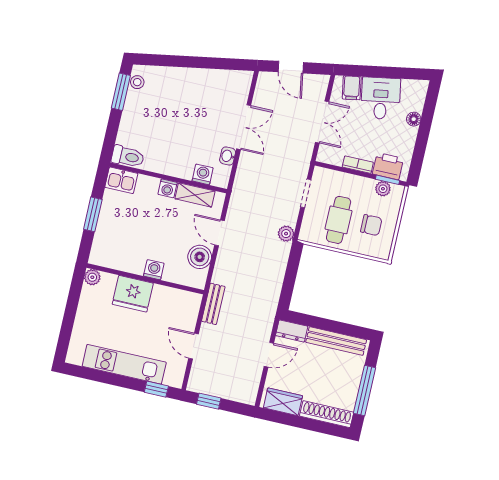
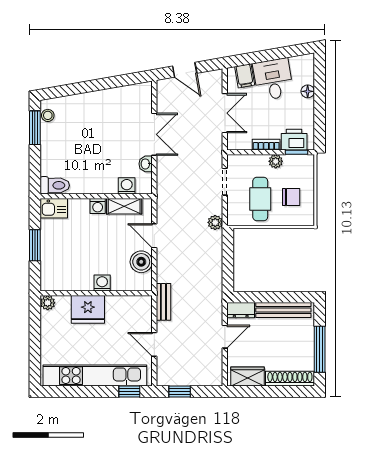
plant: (383, 189) -> (276, 161), moved
kitchen unit: (124, 364) -> (95, 376), width x1.36

